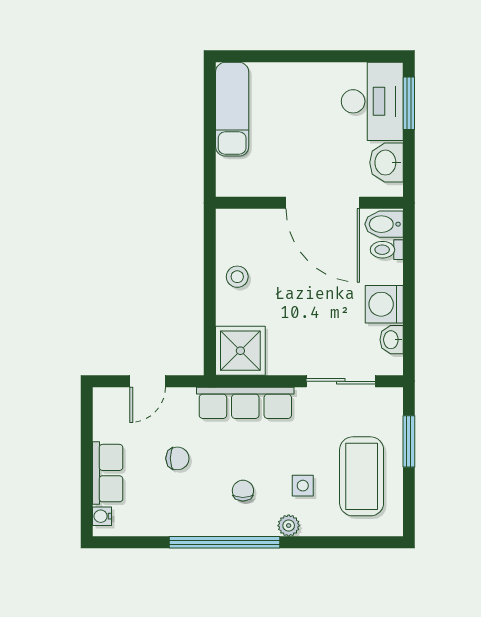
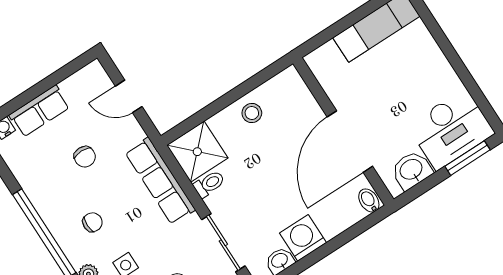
bidet: (384, 224) -> (369, 200), width x0.72, depth x0.74
toilet: (387, 250) -> (209, 184), moved, turned 90

